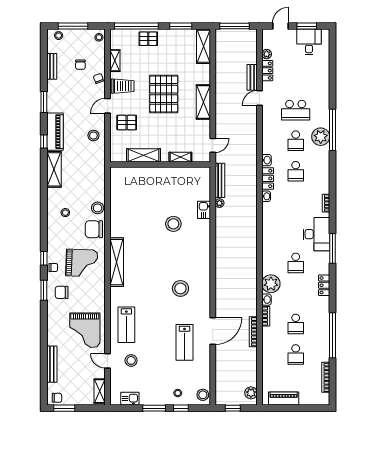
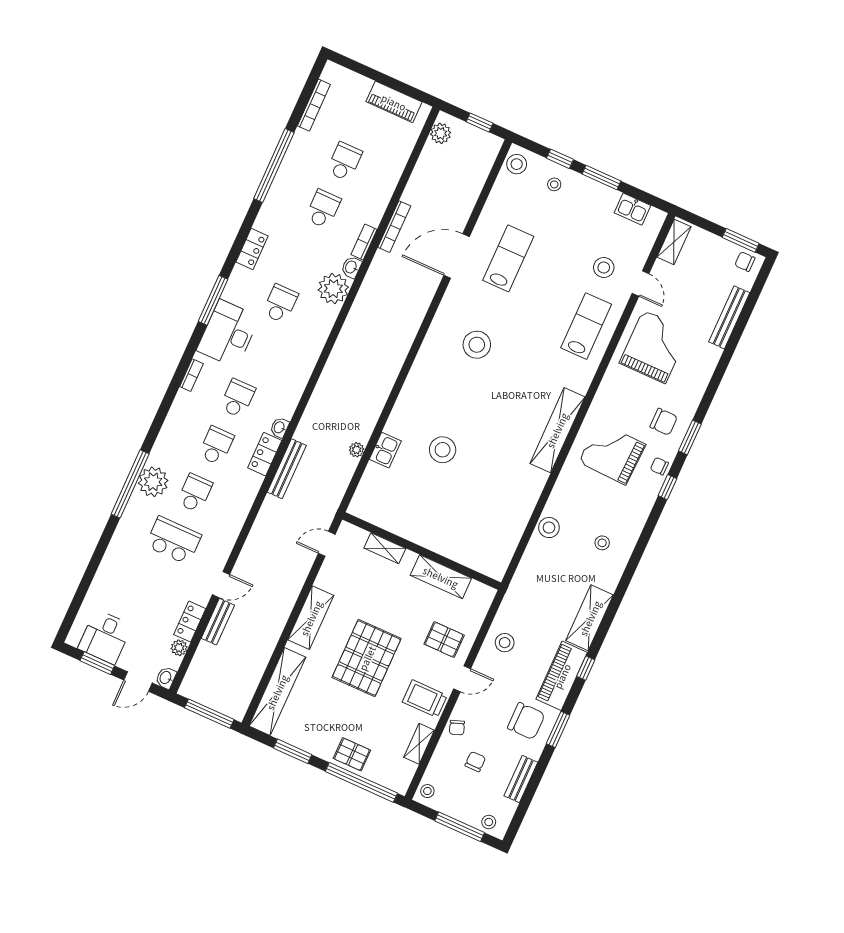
shelving: (203, 46) -> (277, 692), width x1.47
washbasin: (266, 160) -> (166, 678), moved
bench: (220, 180) -> (287, 469), moved
school desk: (296, 202) -> (238, 398), added
chair: (94, 229) -> (526, 721), moved

